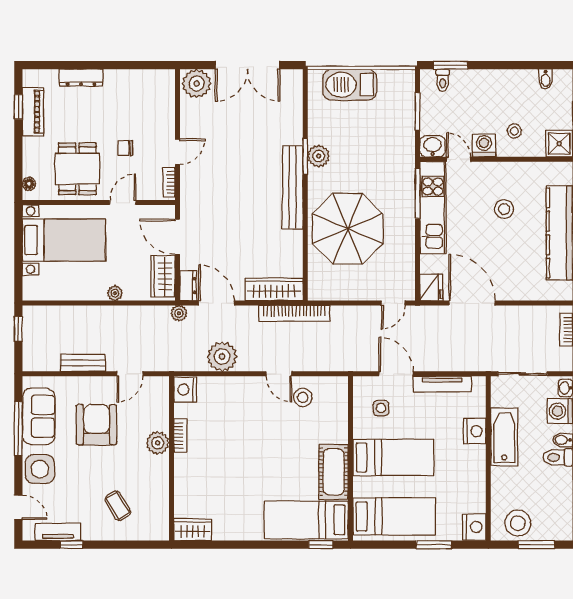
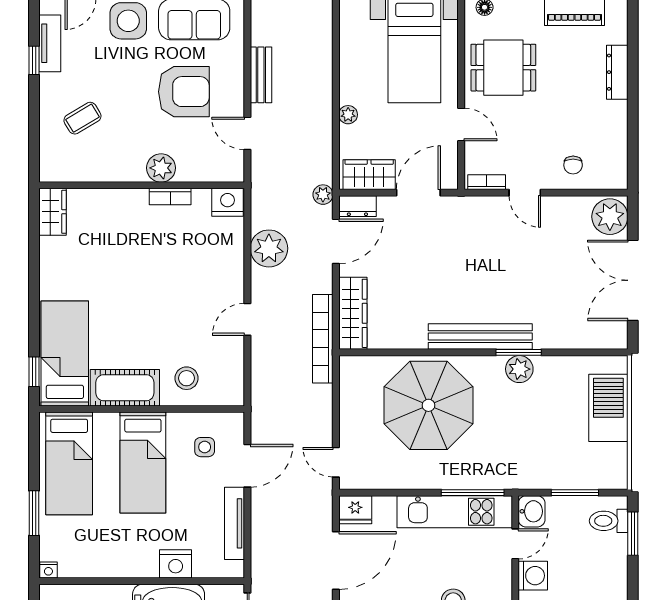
toilet: (443, 80) -> (609, 521), width x1.37, depth x1.39
chair: (125, 148) -> (573, 165), moved, turned 180
stool: (303, 397) -> (186, 378), moved
nightstand: (474, 527) -> (48, 570), width x0.53, depth x0.56

